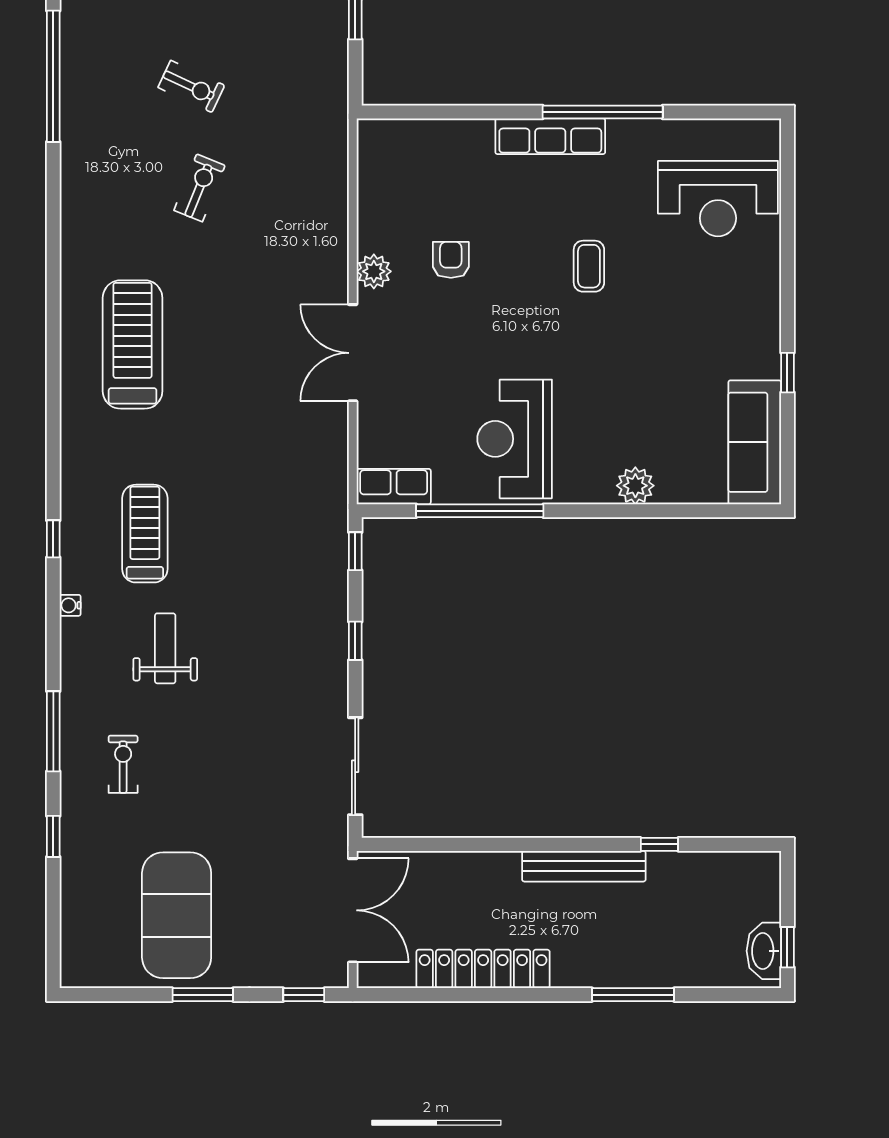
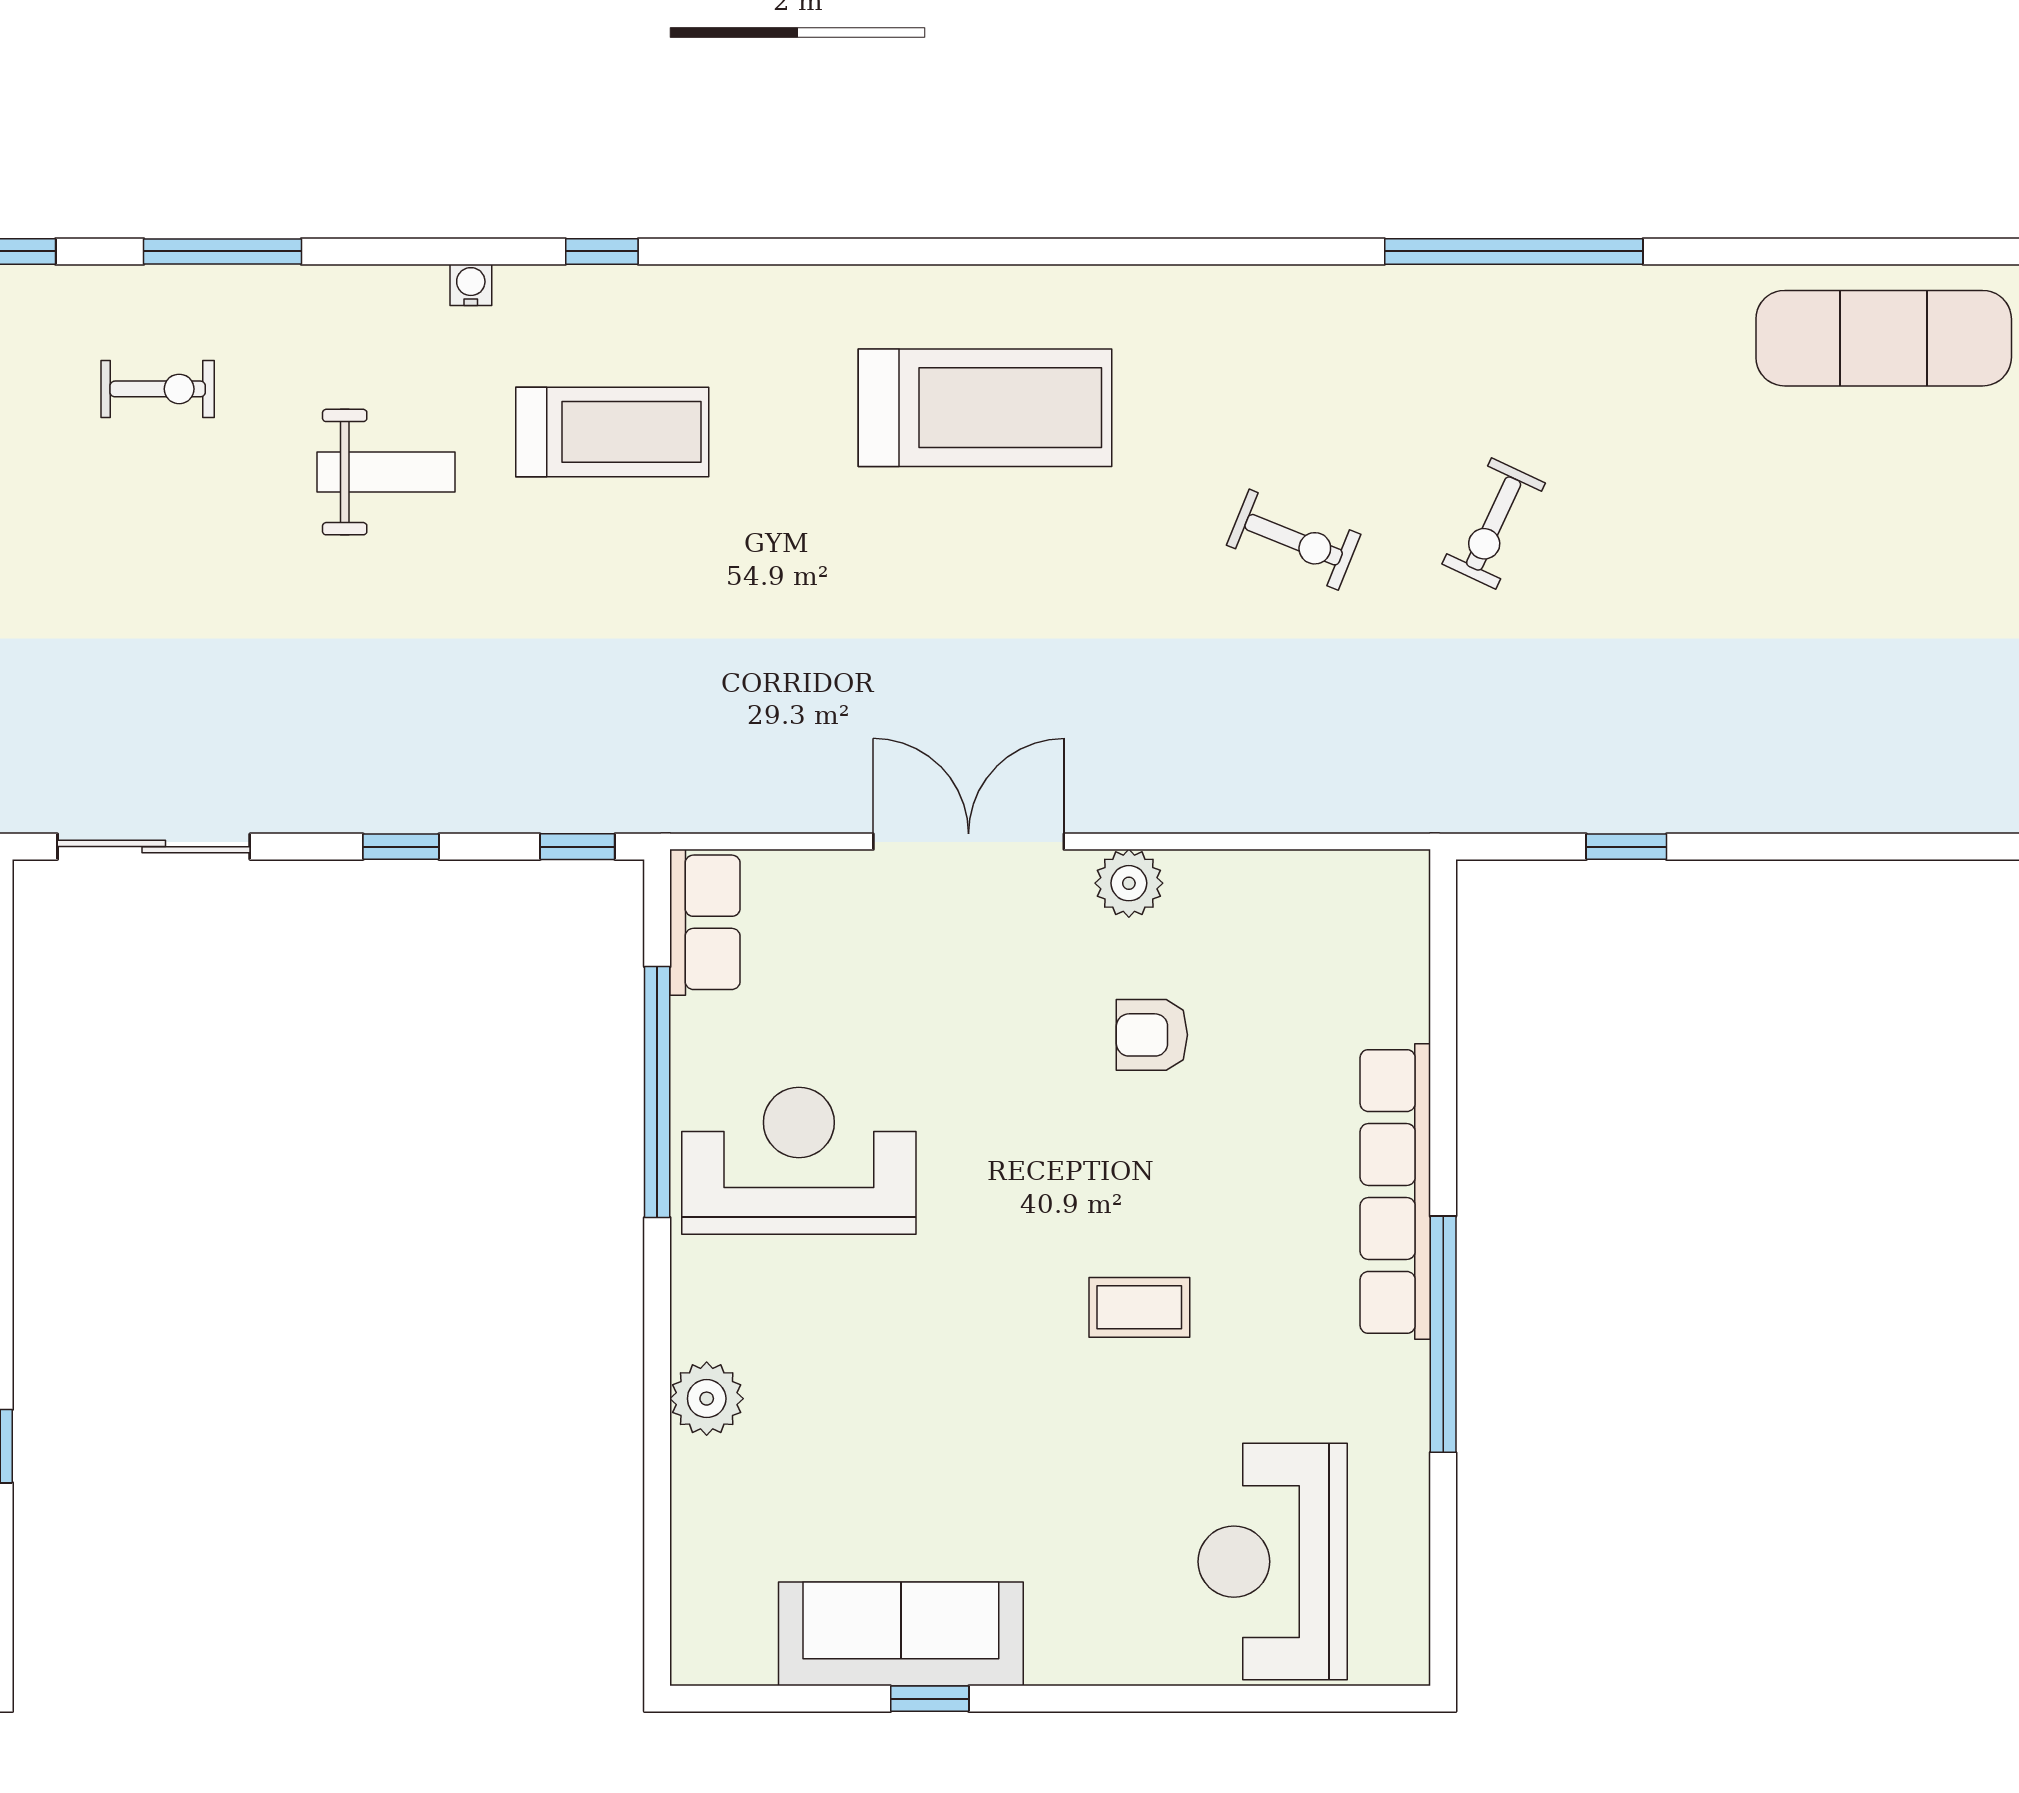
row of seats: (550, 136) -> (1395, 1192), width x1.36
armchair: (451, 260) -> (1152, 1035), turned 180
sofa: (755, 442) -> (901, 1634), moved

